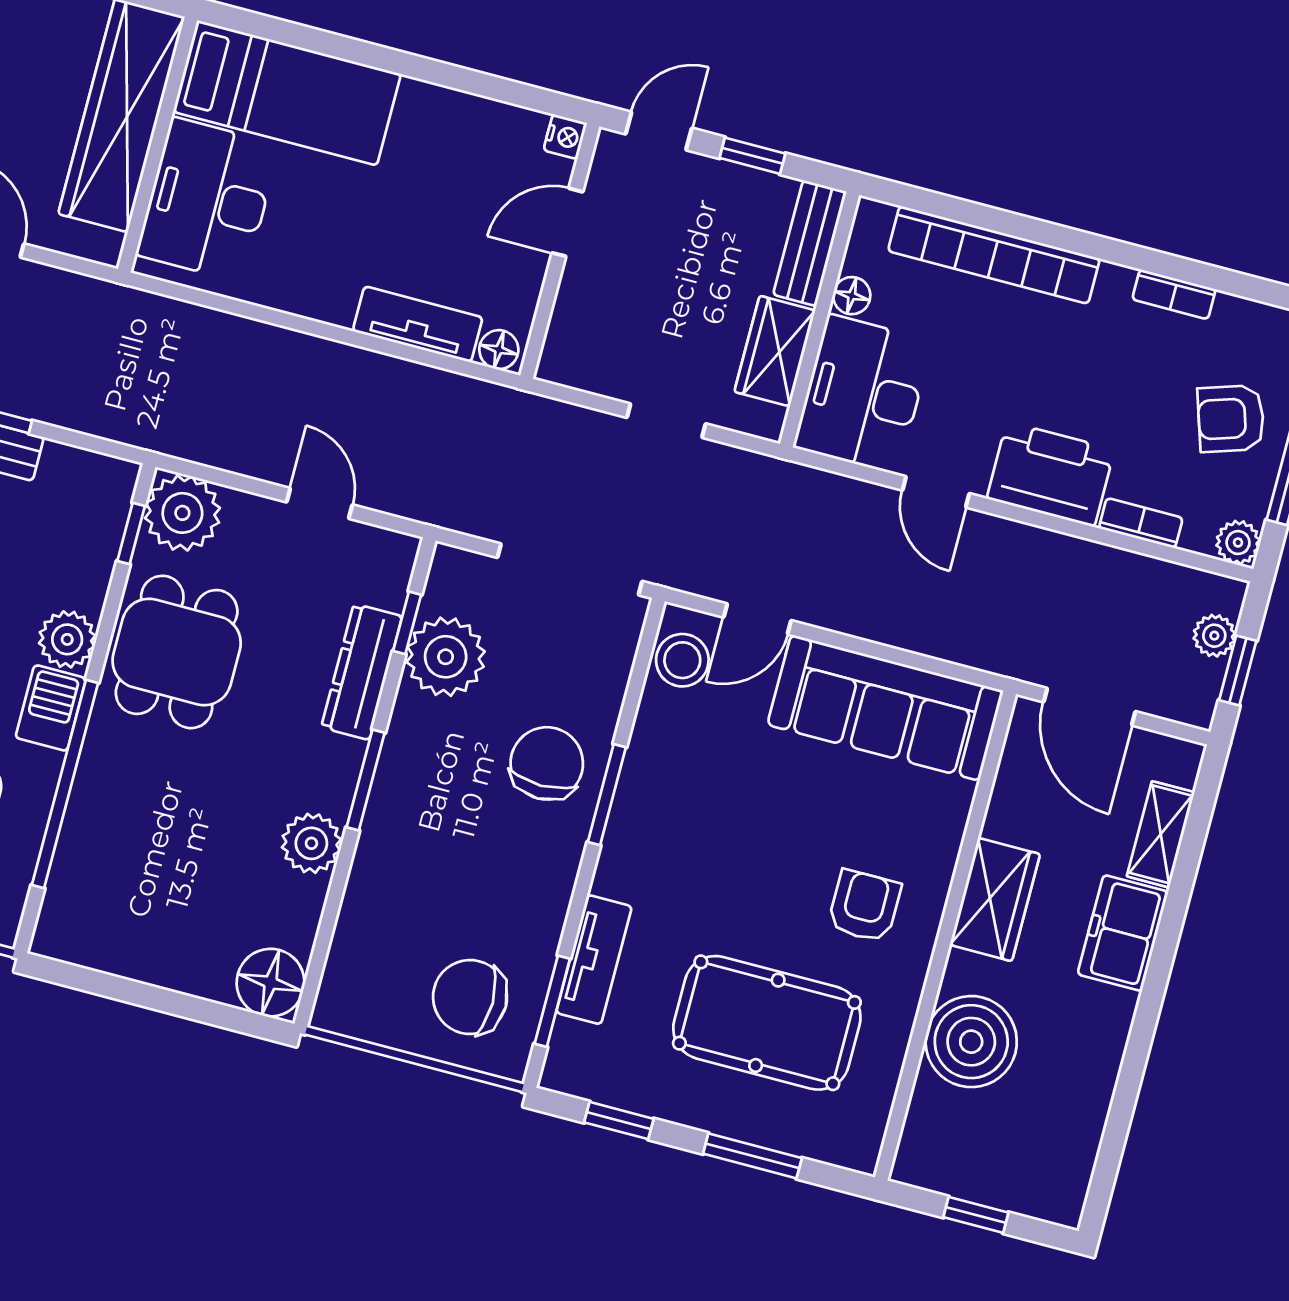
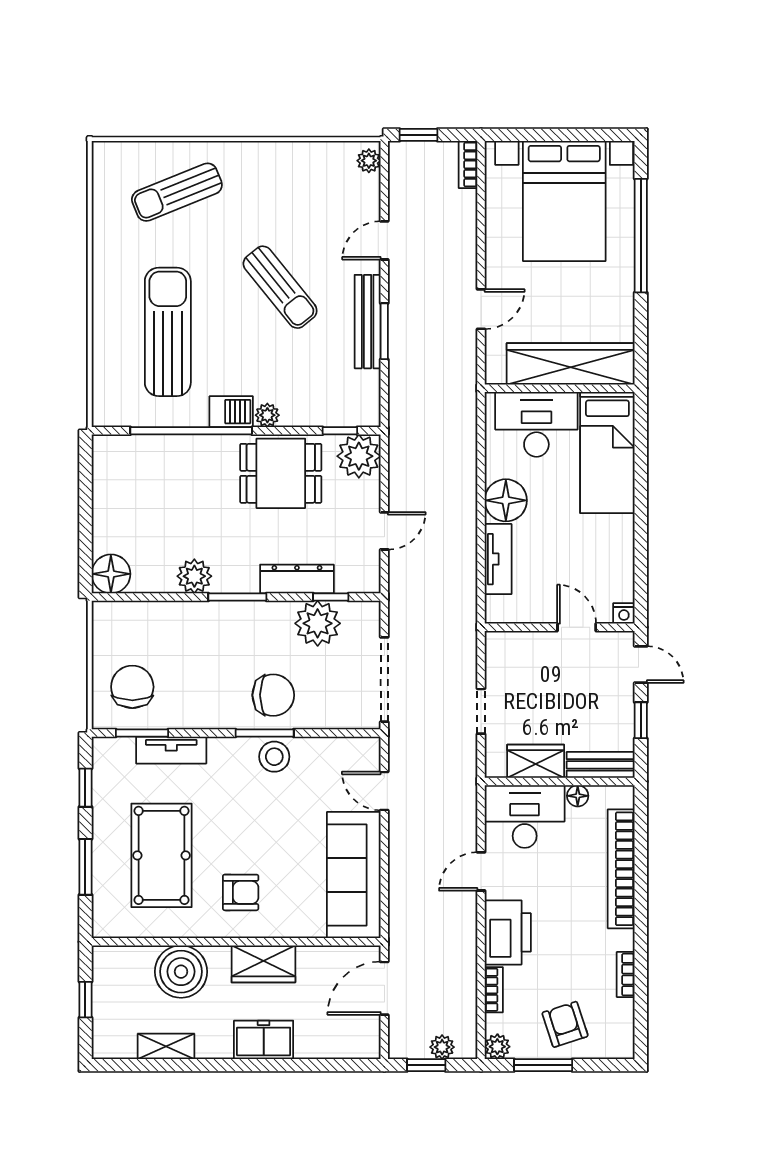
floor lamp: (499, 350) -> (506, 500), moved, width x1.89, depth x1.89
plant: (67, 639) -> (267, 415), width x0.73, depth x0.73
stool: (682, 660) -> (274, 757), moved
shelving: (1161, 834) -> (166, 1046), moved

